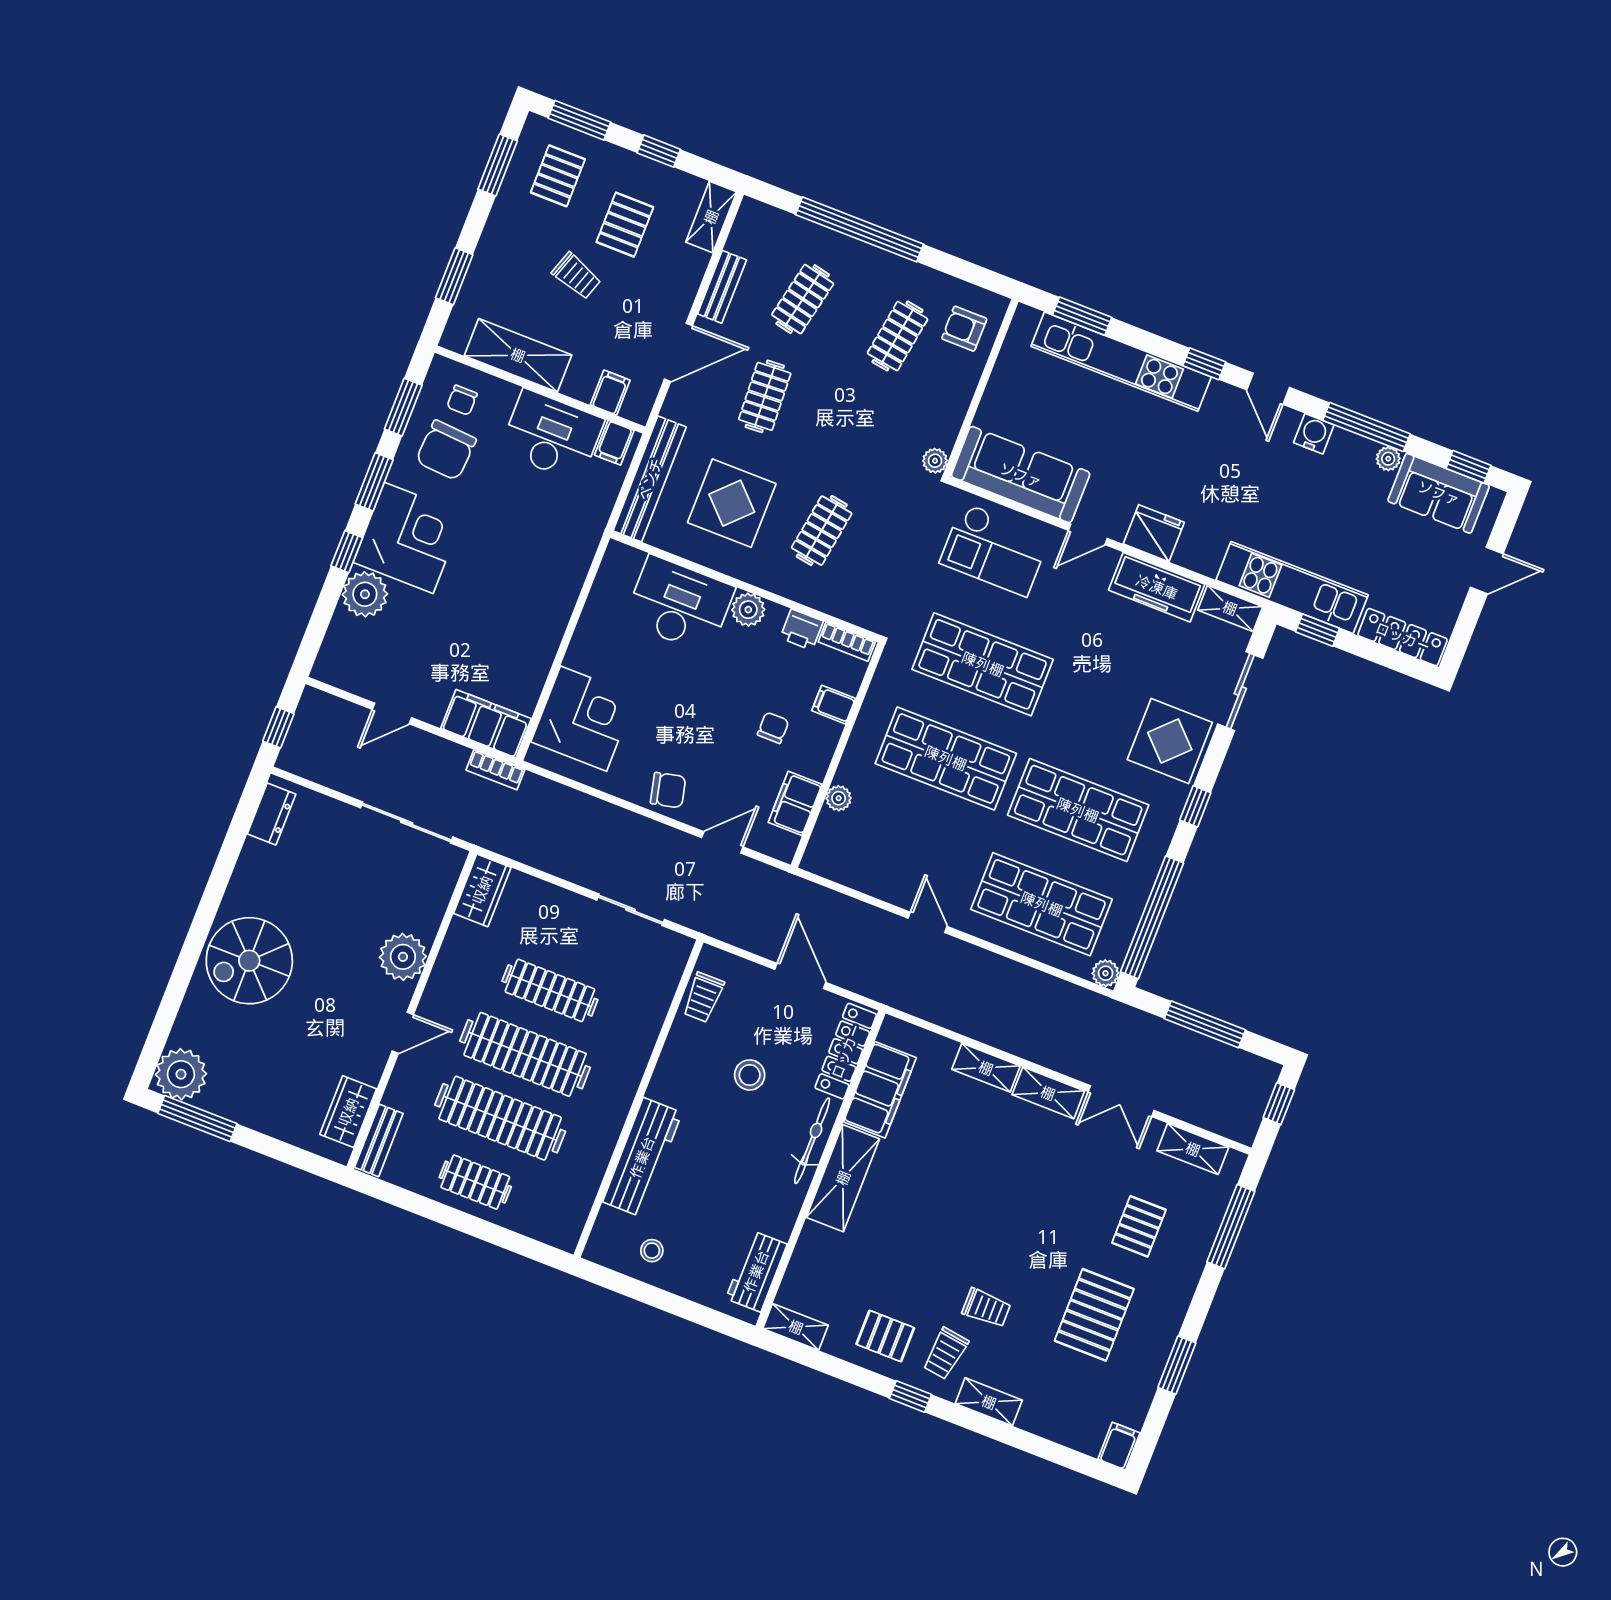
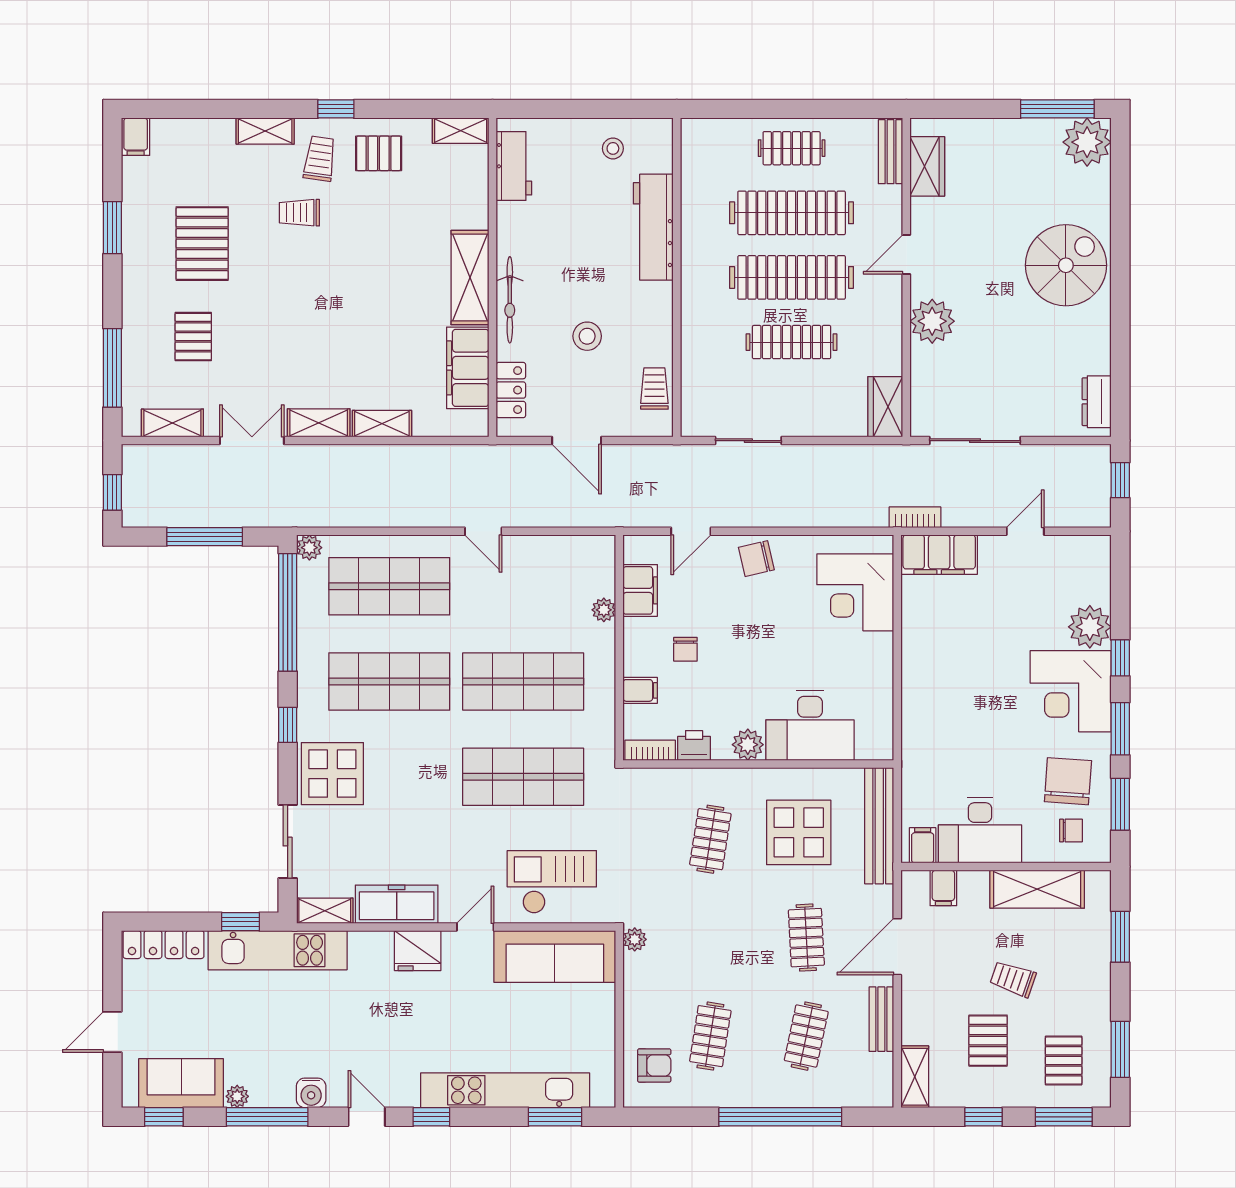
chair: (462, 400) -> (1071, 830), turned 90
locker: (846, 1051) -> (511, 390), width x0.66

